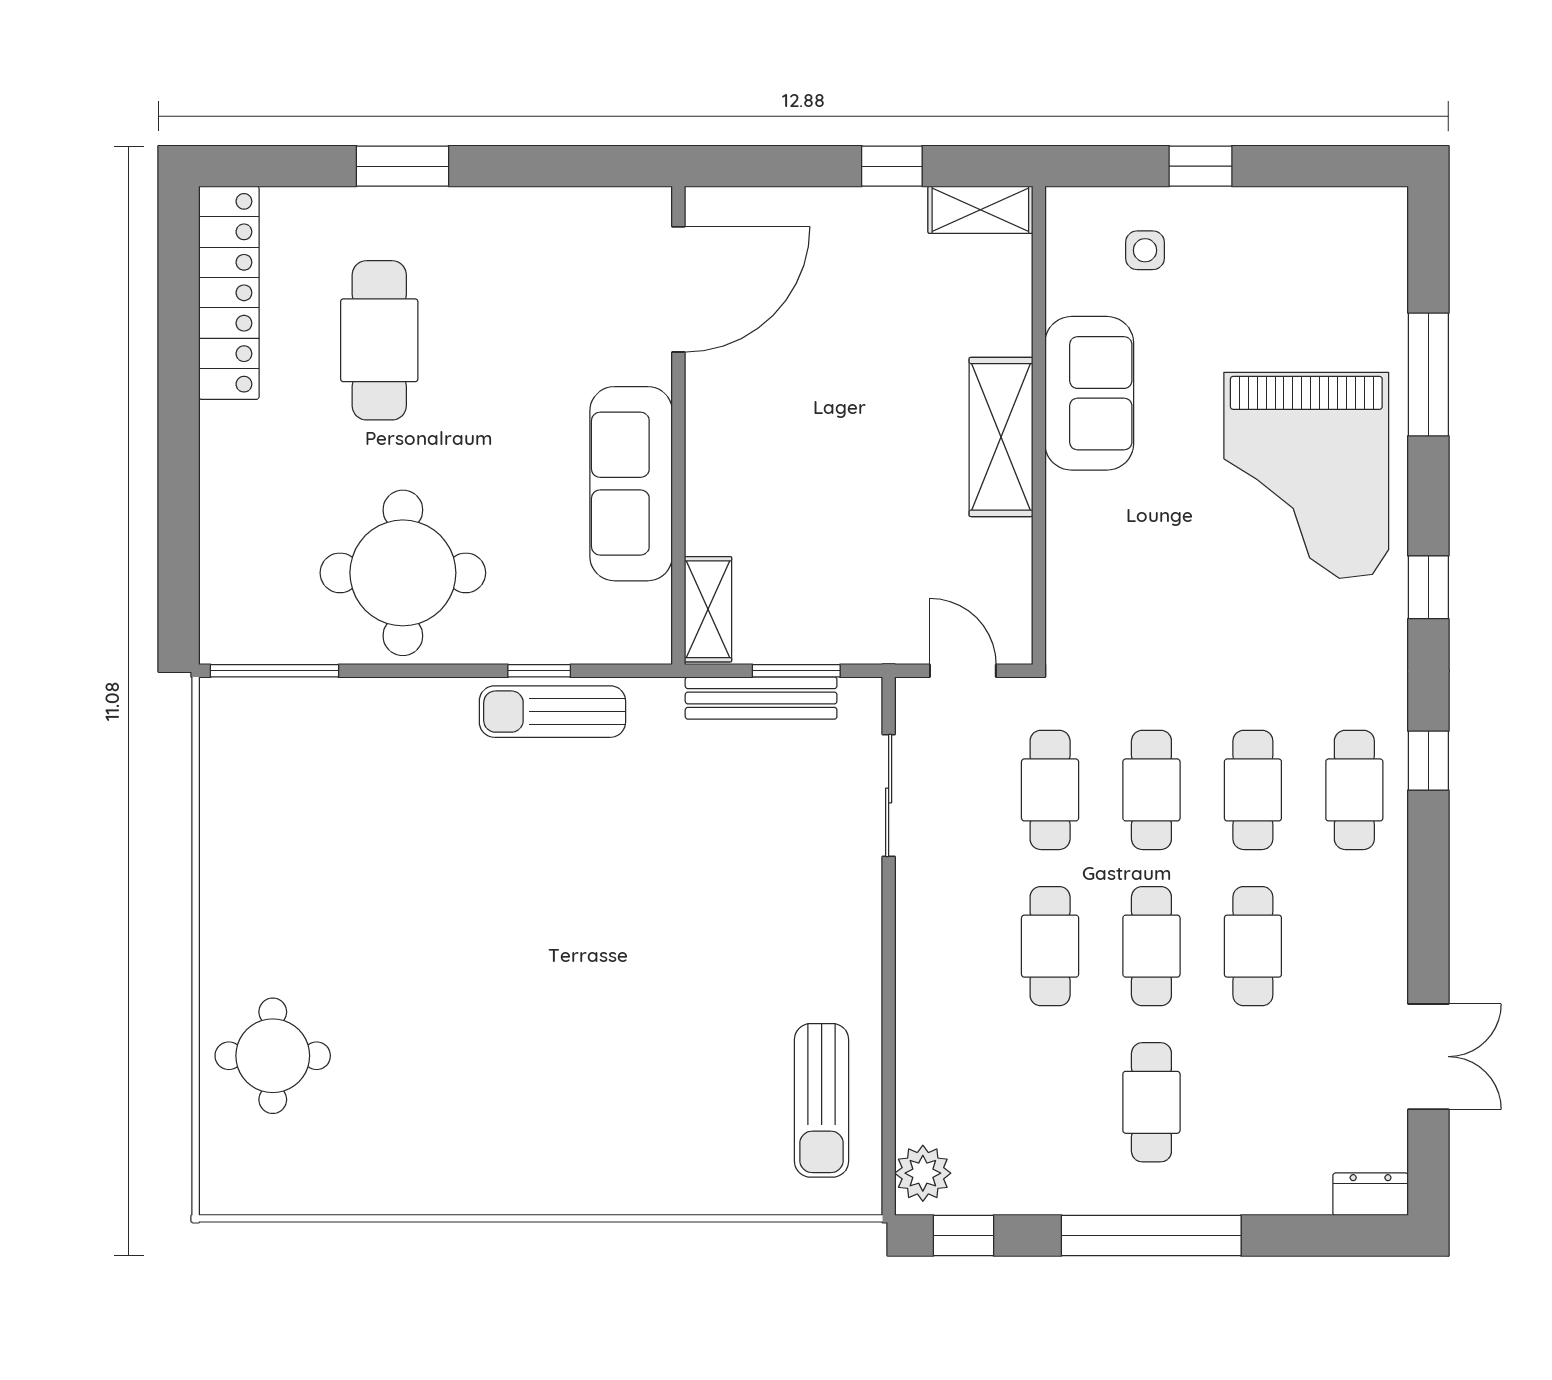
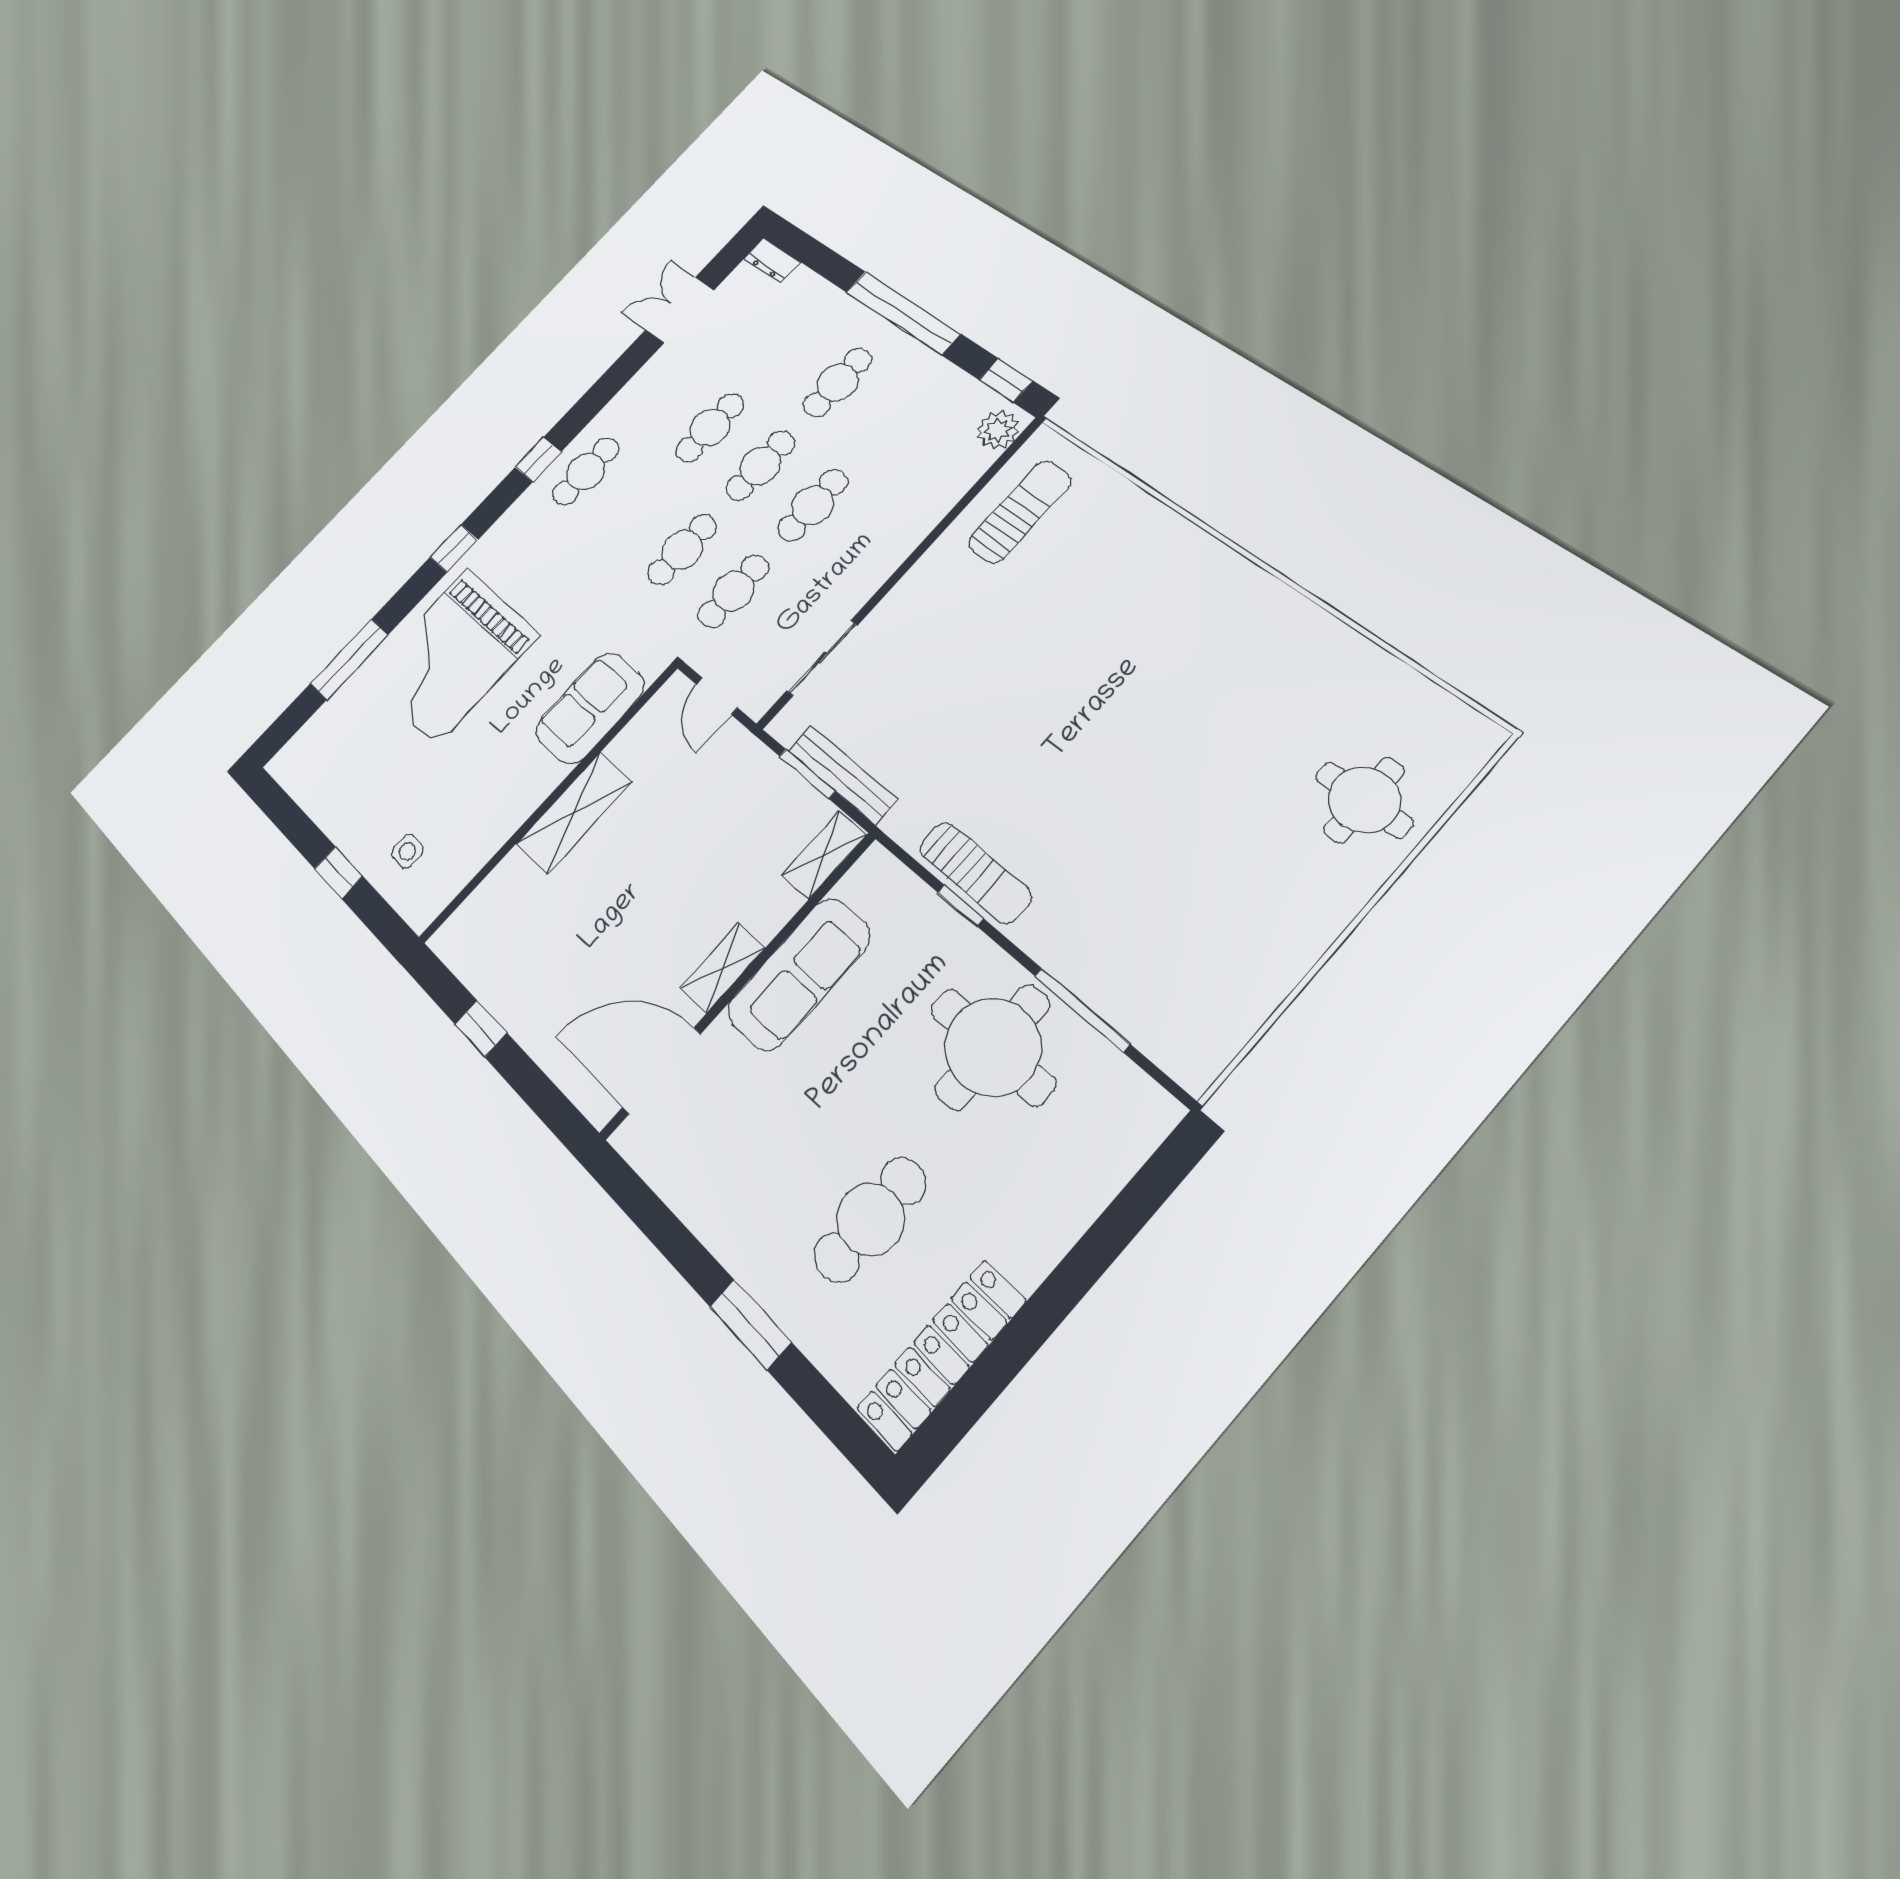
shelving: (980, 210) -> (723, 968), moved, turned 90
sofa: (1089, 393) -> (590, 708), moved
grand piano: (1306, 475) -> (451, 656), turned 180
window: (274, 671) -> (1082, 1010), moved
cafe table: (1253, 790) -> (633, 510), removed

